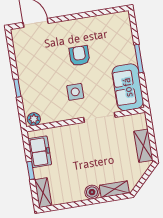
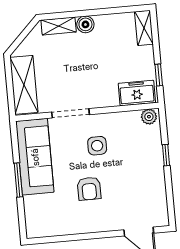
sofa: (128, 87) -> (35, 157), width x1.36
shelving: (143, 146) -> (24, 85), width x1.50, depth x1.33
freezer: (40, 152) -> (137, 93), moved, turned 90
window: (31, 170) -> (159, 75), moved

